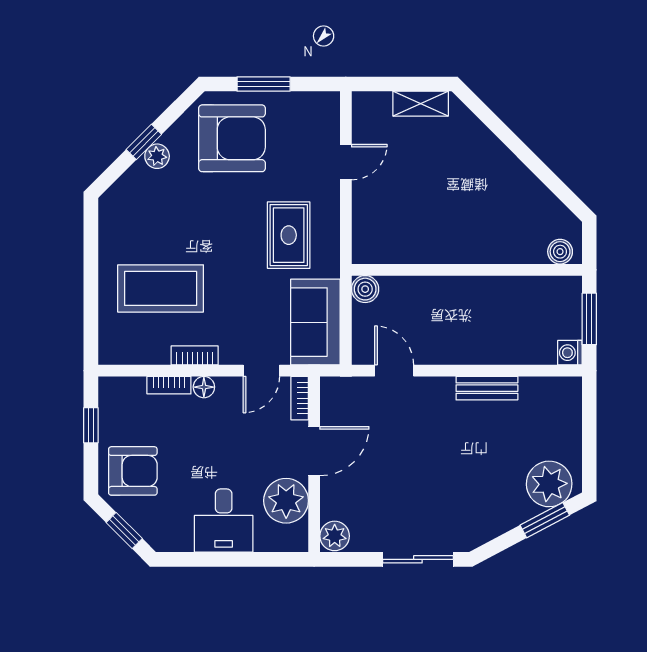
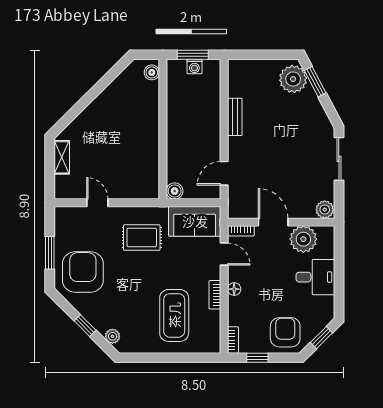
plant: (157, 156) -> (112, 336), moved
washing machine: (570, 353) -> (194, 66), moved
bookcase: (169, 385) -> (233, 340), moved

